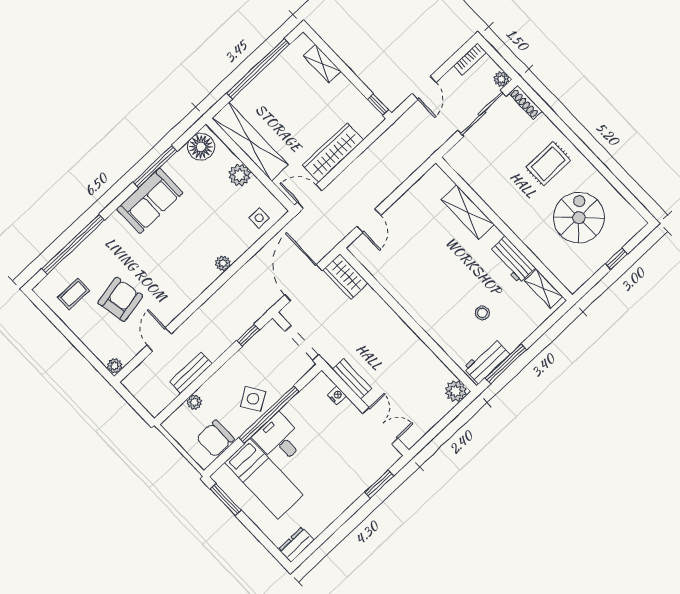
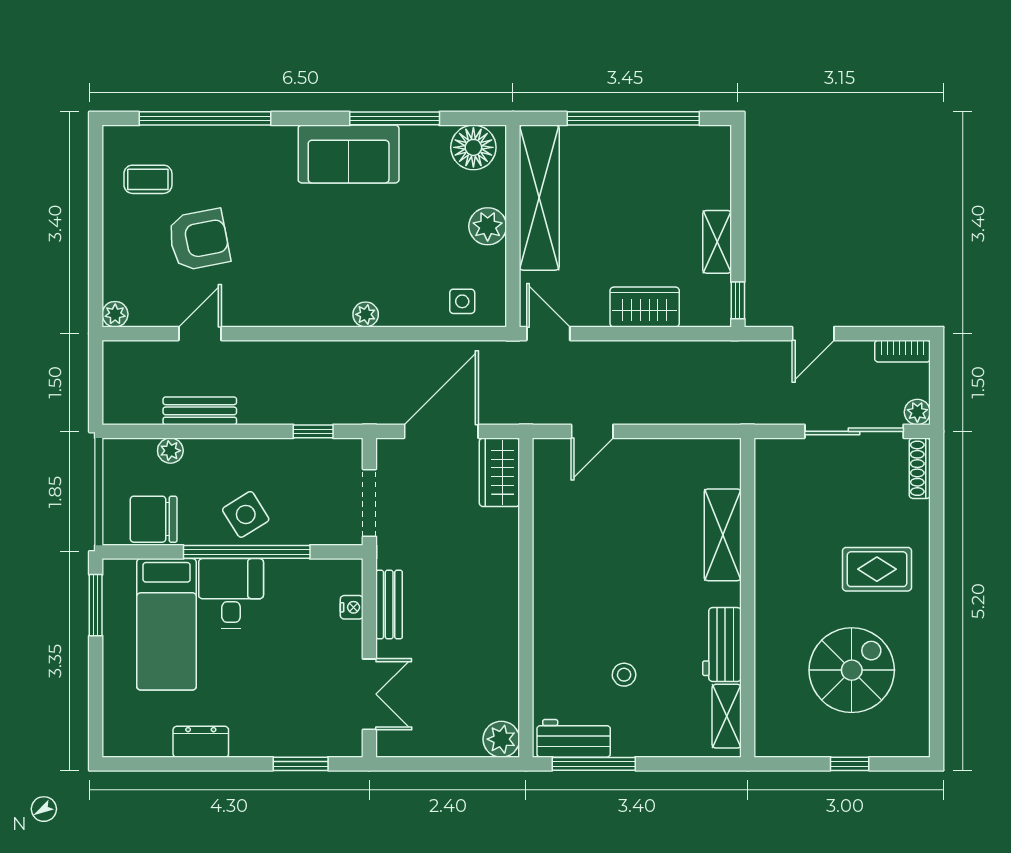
shelving: (322, 64) -> (717, 242), moved
wardrobe: (333, 153) -> (645, 307), width x0.67
dresser: (296, 545) -> (201, 742), moved

